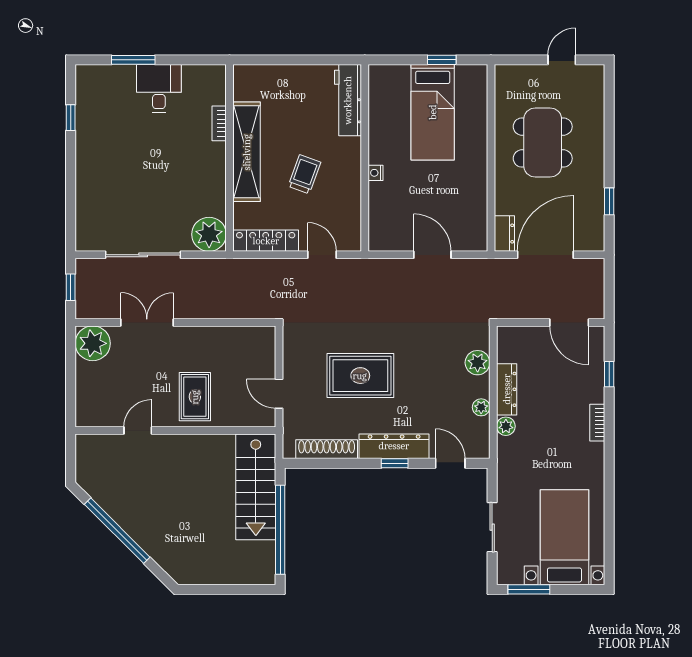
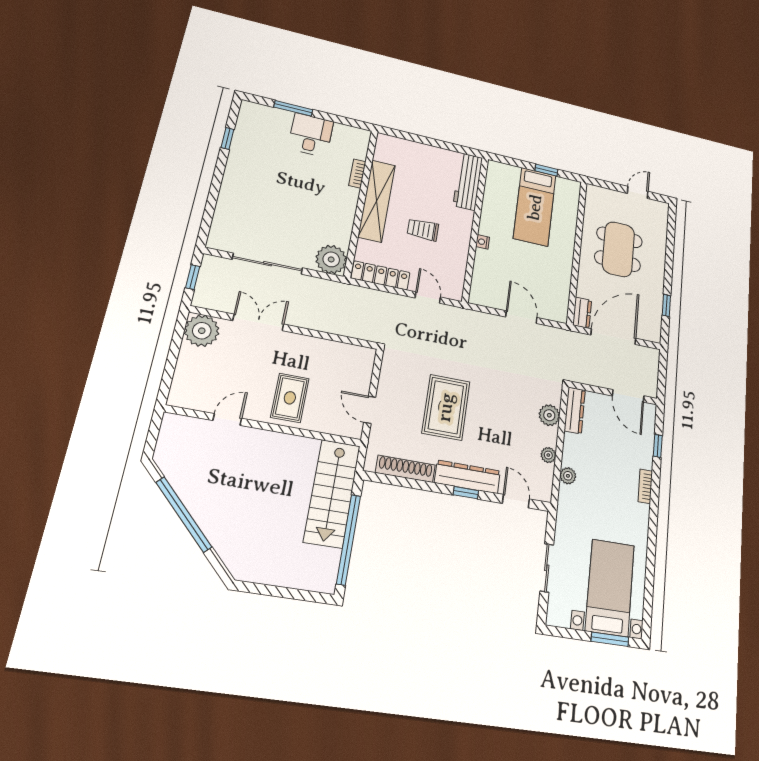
trolley: (304, 174) -> (423, 230), turned -110
rug: (360, 376) -> (446, 407), turned 90
dresser: (507, 389) -> (575, 410), moved
window: (529, 589) -> (610, 639), moved

